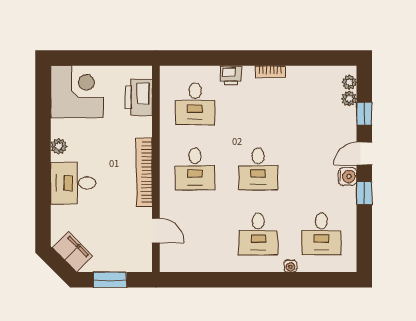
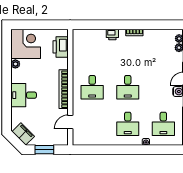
desk: (195, 104) -> (92, 51), removed
plant: (59, 146) -> (15, 64), moved
door: (156, 231) -> (70, 122), swing flipped

